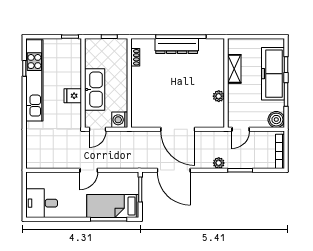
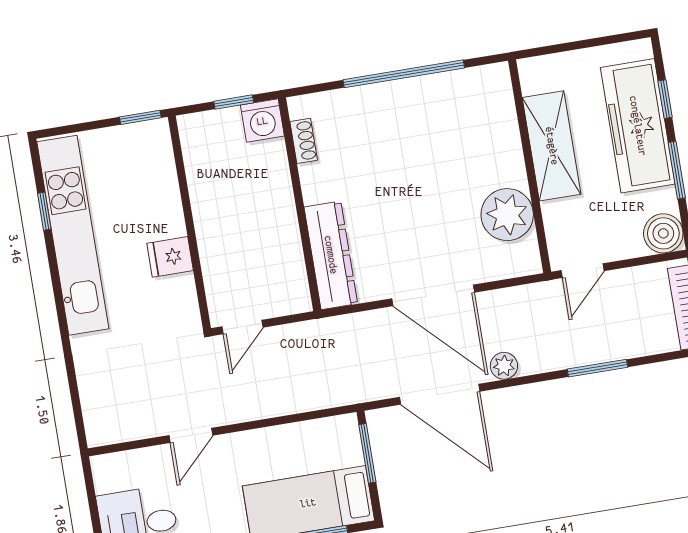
dresser: (177, 46) -> (331, 255), moved, turned -90
shelving: (234, 69) -> (552, 146), width x1.50, depth x1.33
kitchen sink: (95, 89) -> (220, 233), removed
plant: (219, 96) -> (507, 215), width x1.88, depth x1.88
washing machine: (120, 120) -> (262, 121), moved, turned -90
plant: (219, 163) -> (504, 366), moved
door: (89, 170) -> (191, 435), moved

